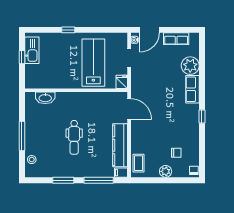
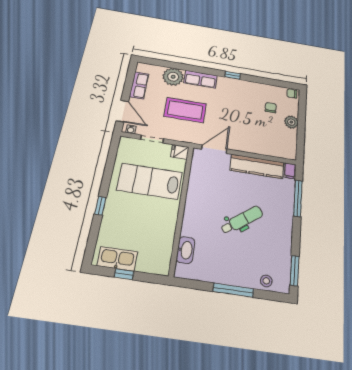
dental chair: (74, 137) -> (242, 220), turned -36
coffee table: (138, 163) -> (185, 110), moved, width x1.86, depth x1.72
window: (63, 180) -> (295, 271), moved

